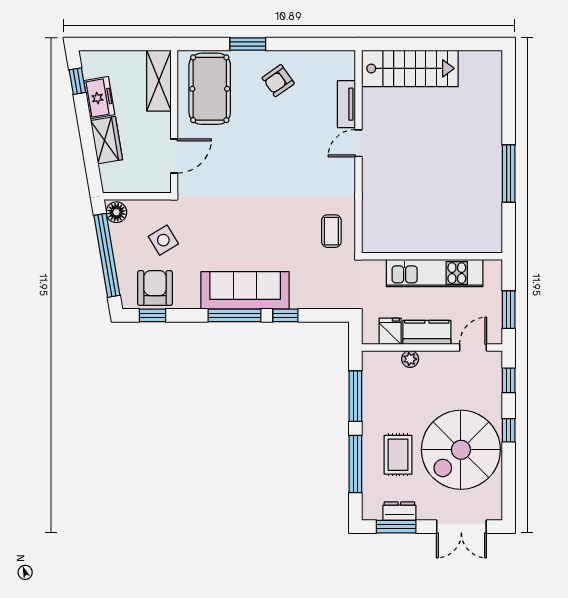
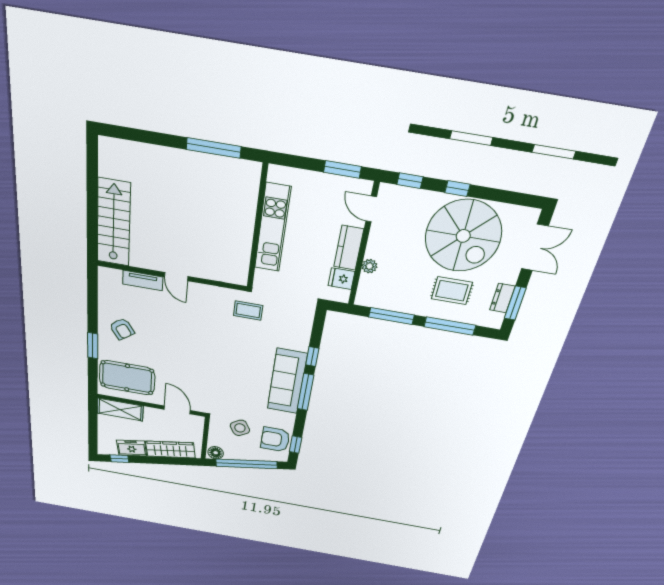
wardrobe: (107, 140) -> (170, 450), width x1.50
wall: (432, 256) -> (257, 228), moved
kitchen unit: (435, 273) -> (273, 228), moved

